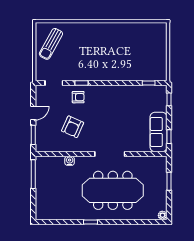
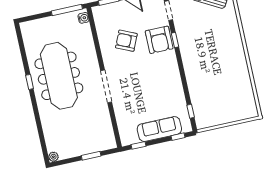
armchair: (78, 97) -> (159, 40), width x1.88, depth x1.88
sofa: (159, 132) -> (159, 129), moved
water cooler: (70, 161) -> (84, 18), moved
meeting table: (113, 190) -> (59, 76), moved

